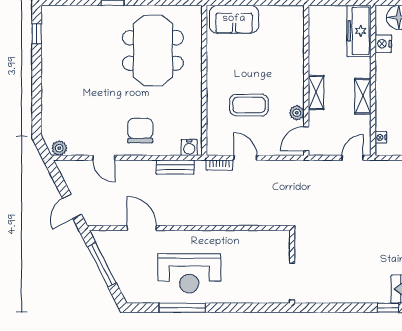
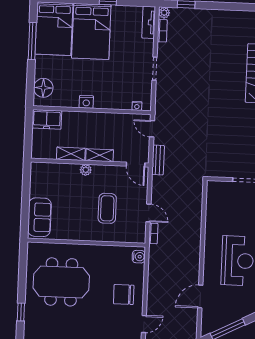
freezer: (359, 31) -> (47, 119), width x0.71
nightstand: (383, 44) -> (86, 102), moved
shelving: (363, 96) -> (71, 154), moved
plant: (297, 113) -> (86, 170), moved
door: (245, 158) -> (148, 213), swing flipped
bench: (175, 167) -> (158, 160), moved

